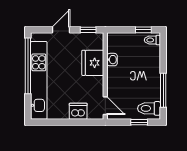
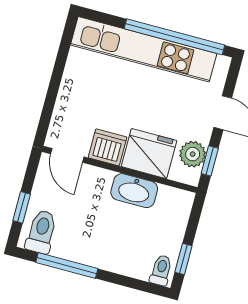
plant: (87, 40) -> (193, 154), added
washbasin: (112, 60) -> (134, 191), width x1.91, depth x1.45
door: (105, 106) -> (67, 155), hinge flipped
dishwasher: (78, 111) -> (108, 147), moved, turned -90

